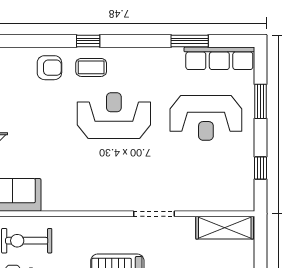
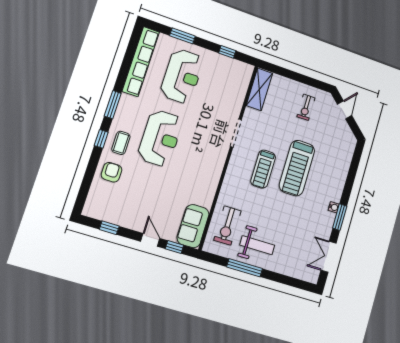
window: (190, 41) -> (113, 105), moved
row of seats: (219, 58) -> (141, 62), width x1.36
reception desk: (114, 116) -> (160, 138), turned 180

